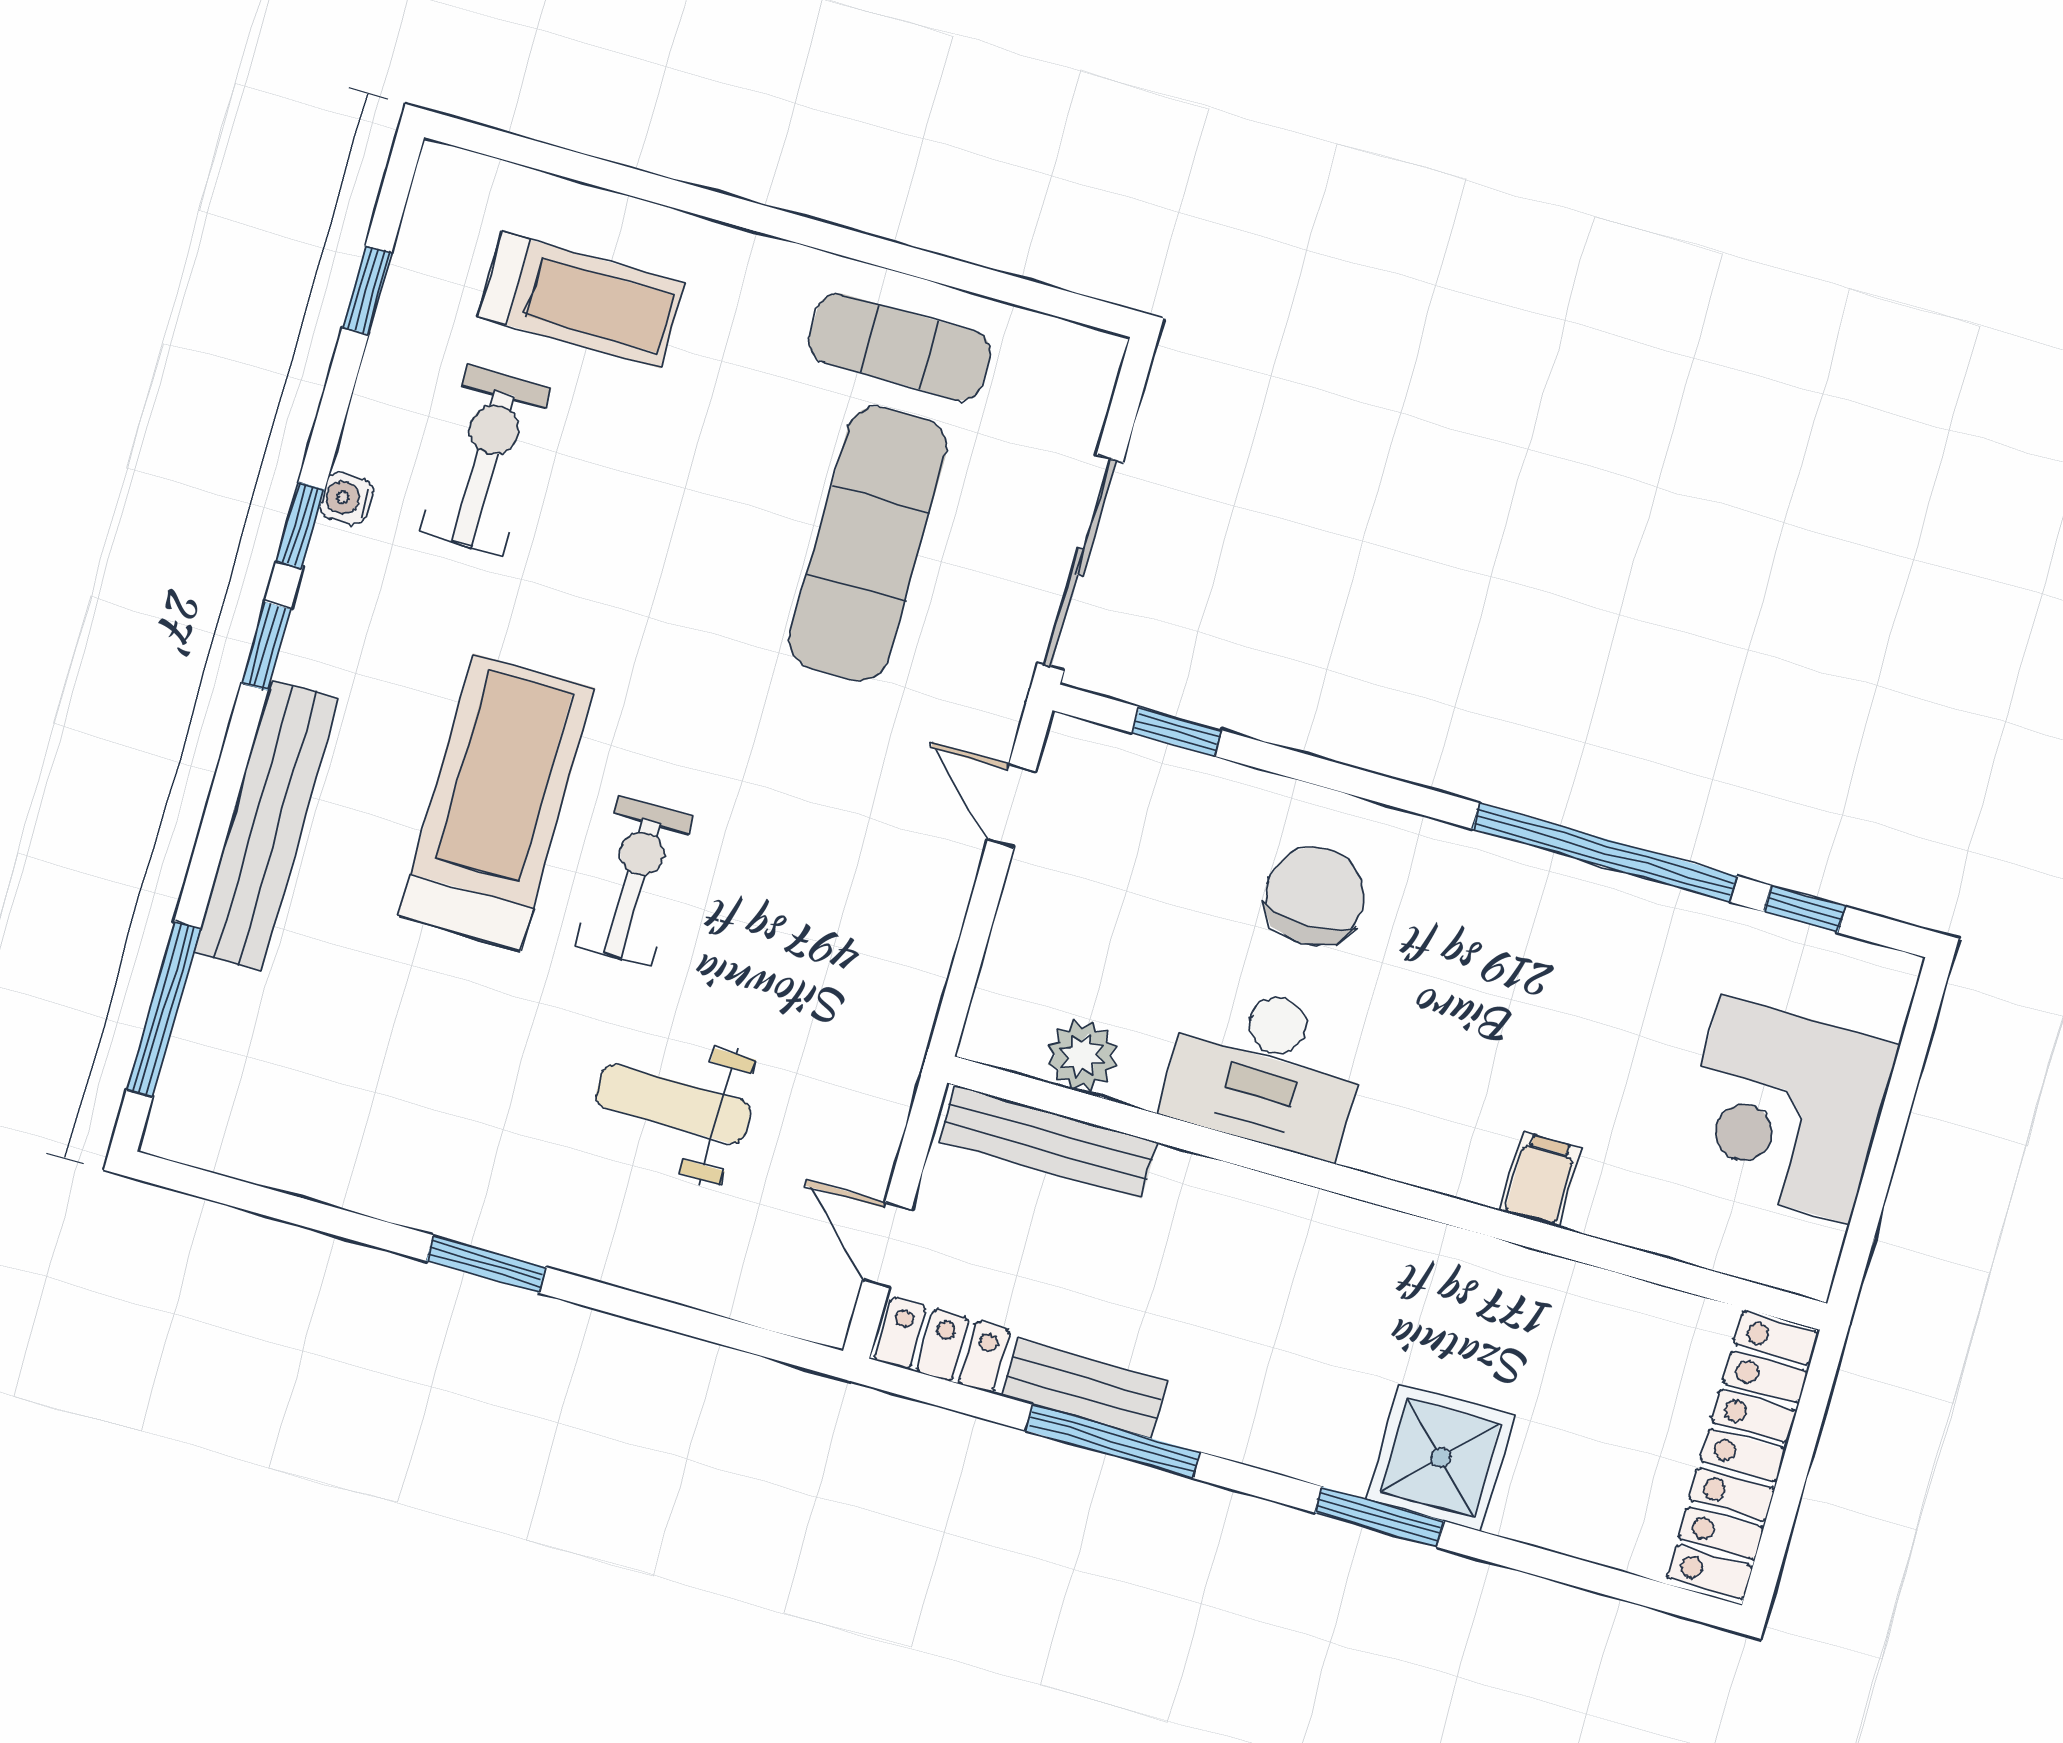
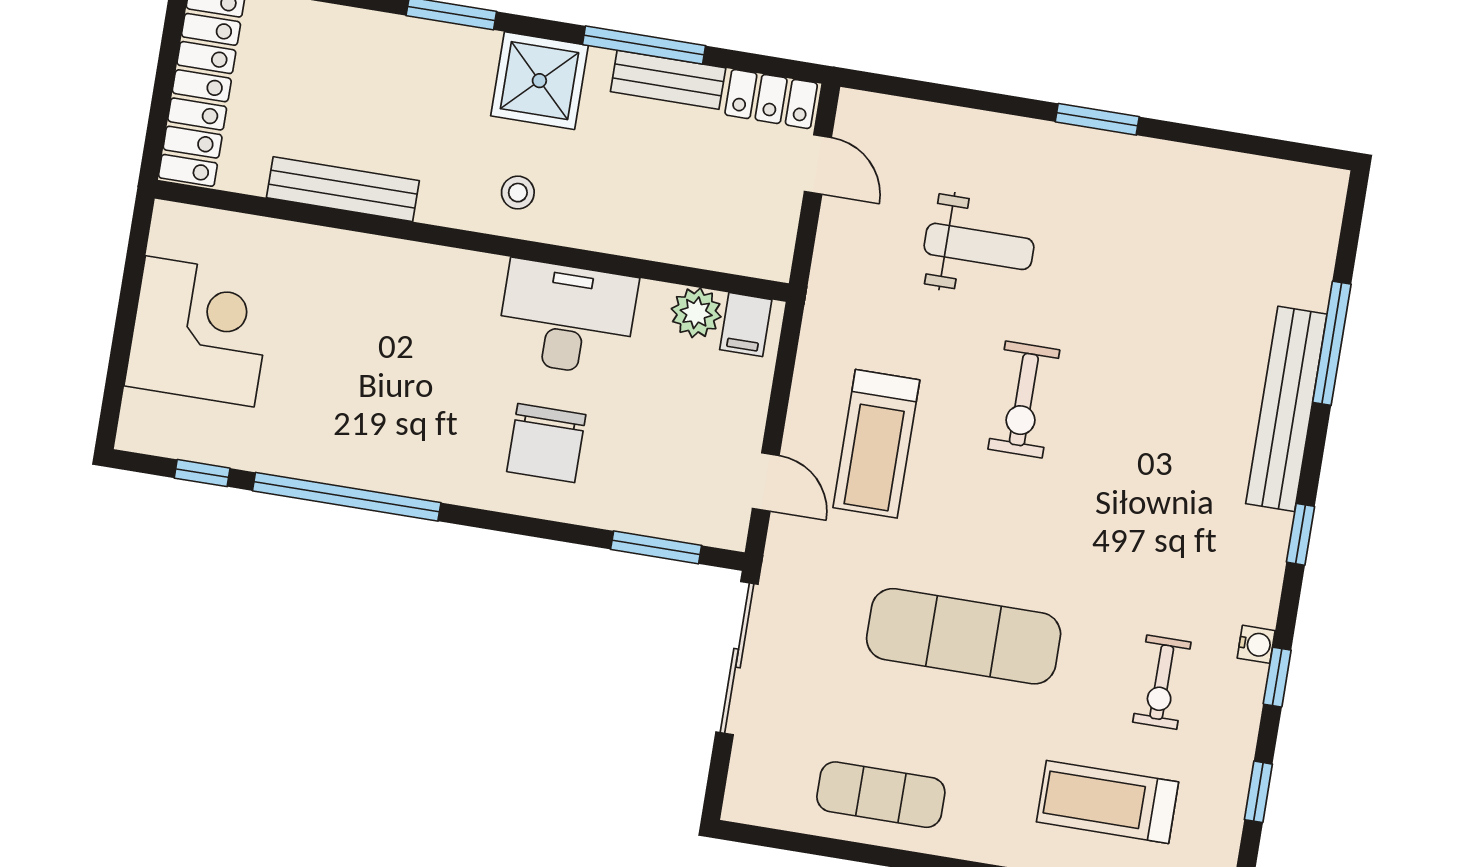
exercise bike: (485, 460) -> (1162, 682), width x0.73, depth x0.72
window: (300, 525) -> (1277, 677), moved
exercise mat: (868, 543) -> (964, 636), moved, turned 90
window: (1177, 731) -> (656, 547), width x1.50
treadmill: (497, 802) -> (876, 444), moved, width x0.73, depth x0.73
window: (163, 1009) -> (1332, 343), moved
bench: (1048, 1142) -> (343, 189), moved
filing cabinet: (1541, 1180) -> (746, 325), moved
stool: (1314, 1254) -> (518, 193), added
shower: (1440, 1457) -> (539, 81), moved

